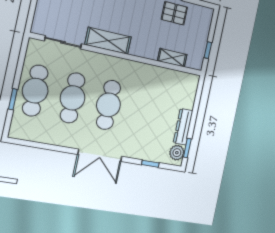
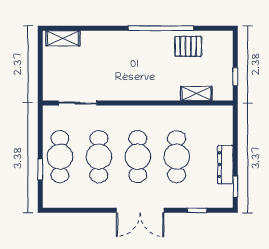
shelving: (108, 41) -> (123, 91), removed
cafe table: (143, 112) -> (177, 157), added
plant: (177, 153) -> (224, 194), removed

